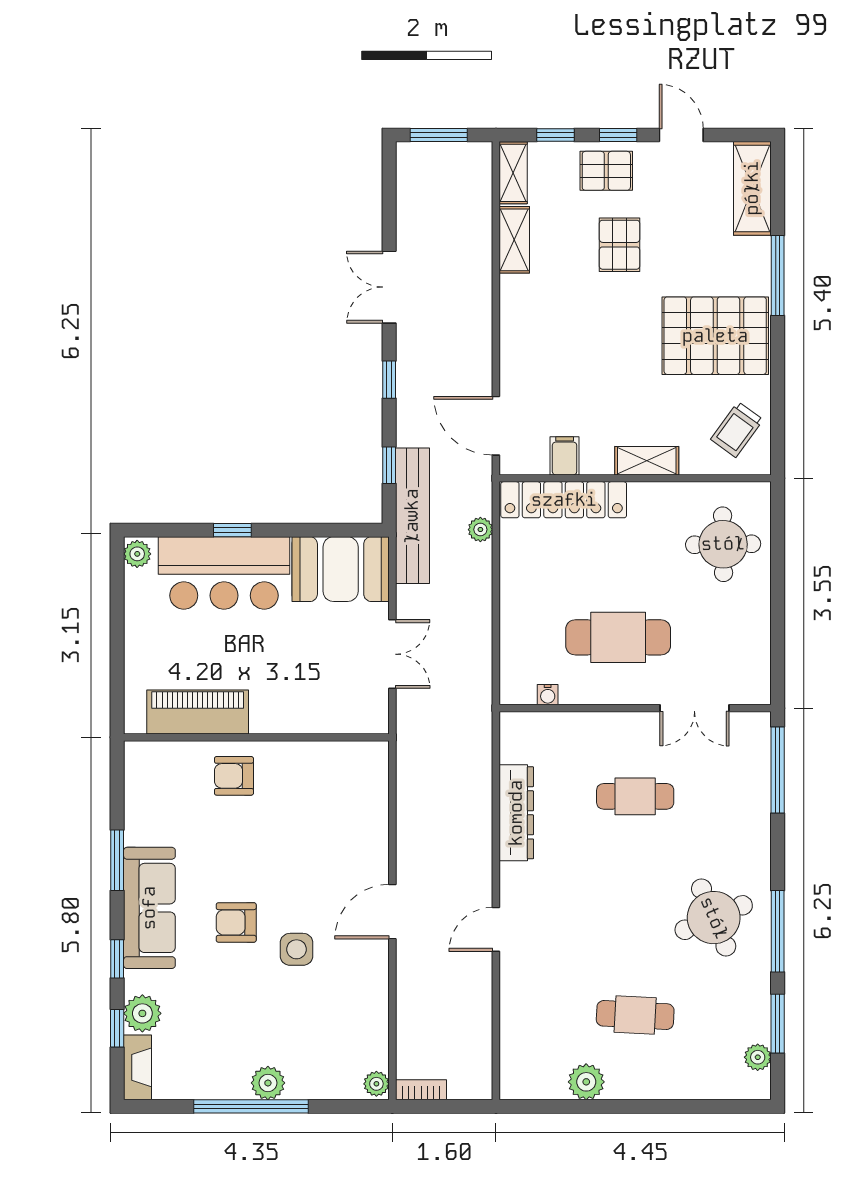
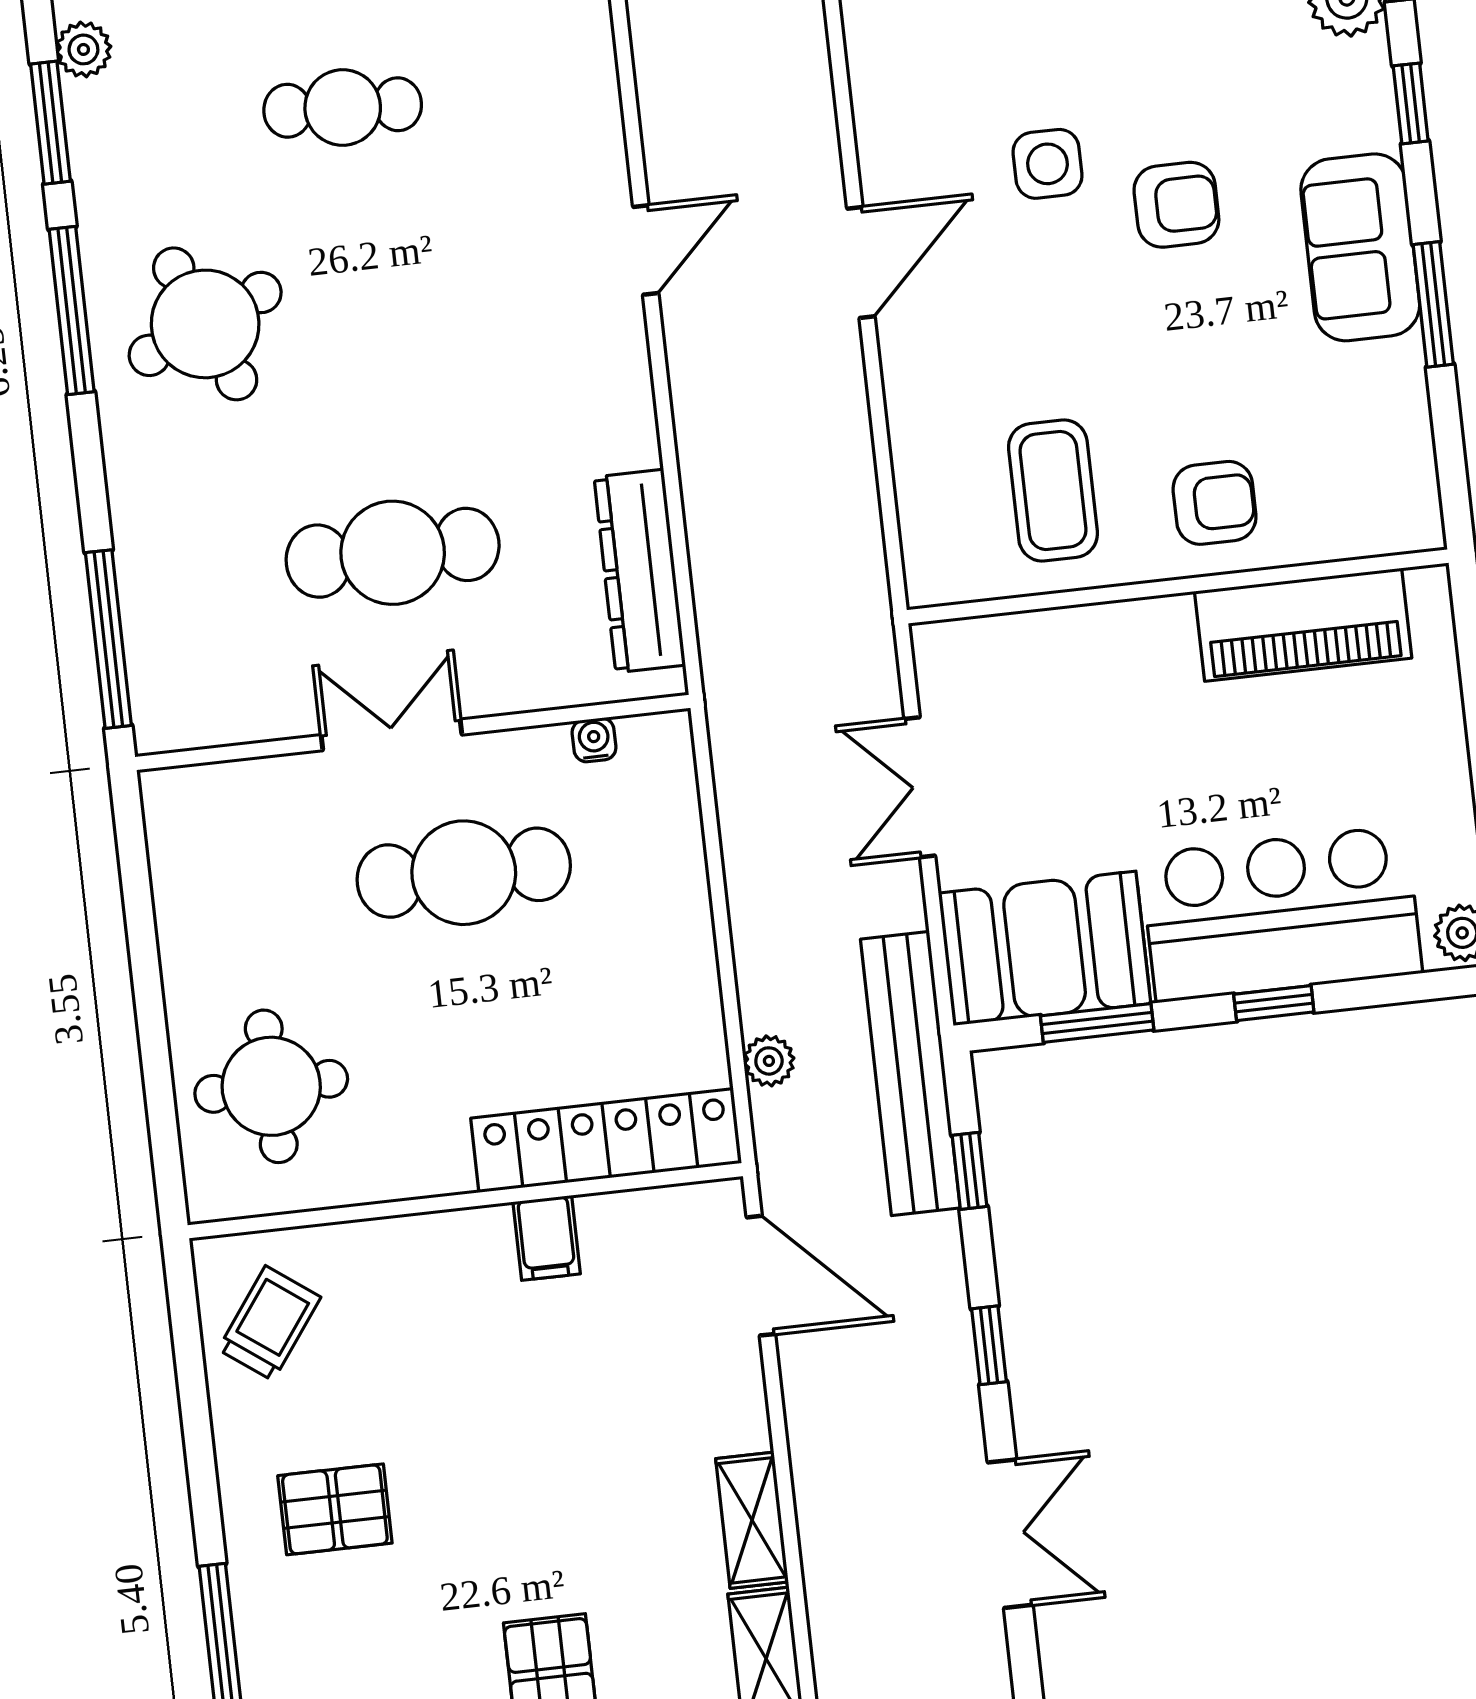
pallet: (715, 336) -> (335, 1509), width x0.49, depth x0.50
filing cabinet: (565, 456) -> (547, 1238), moved
shelving: (647, 461) -> (752, 1520), moved, turned 90
window: (319, 530) -> (1097, 1023), added
double door: (694, 708) -> (392, 735), moved
coffee table: (312, 791) -> (1053, 490), added
cafe table: (635, 796) -> (393, 553), width x1.37, depth x1.35
dresser: (516, 813) -> (640, 571), moved
sofa: (149, 908) -> (1360, 247), width x0.73

